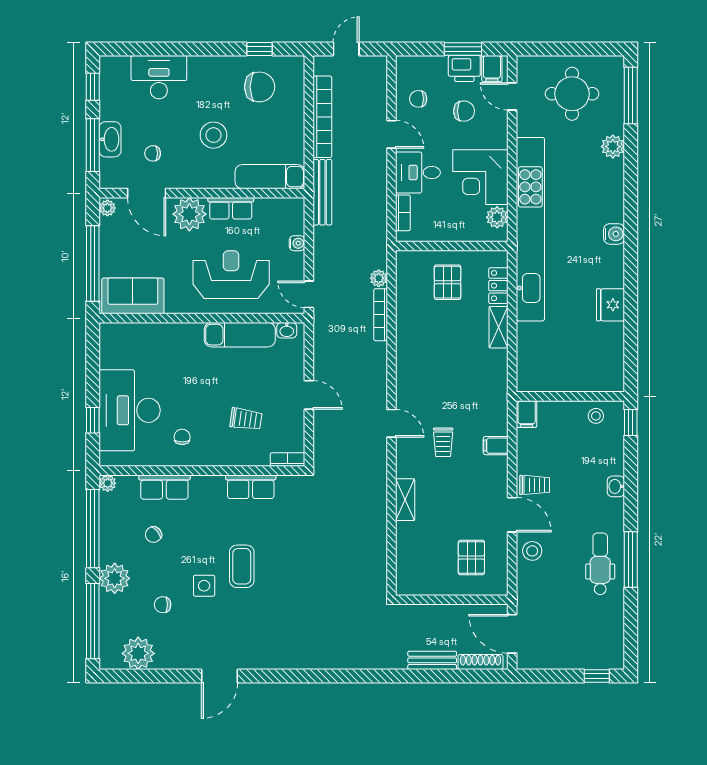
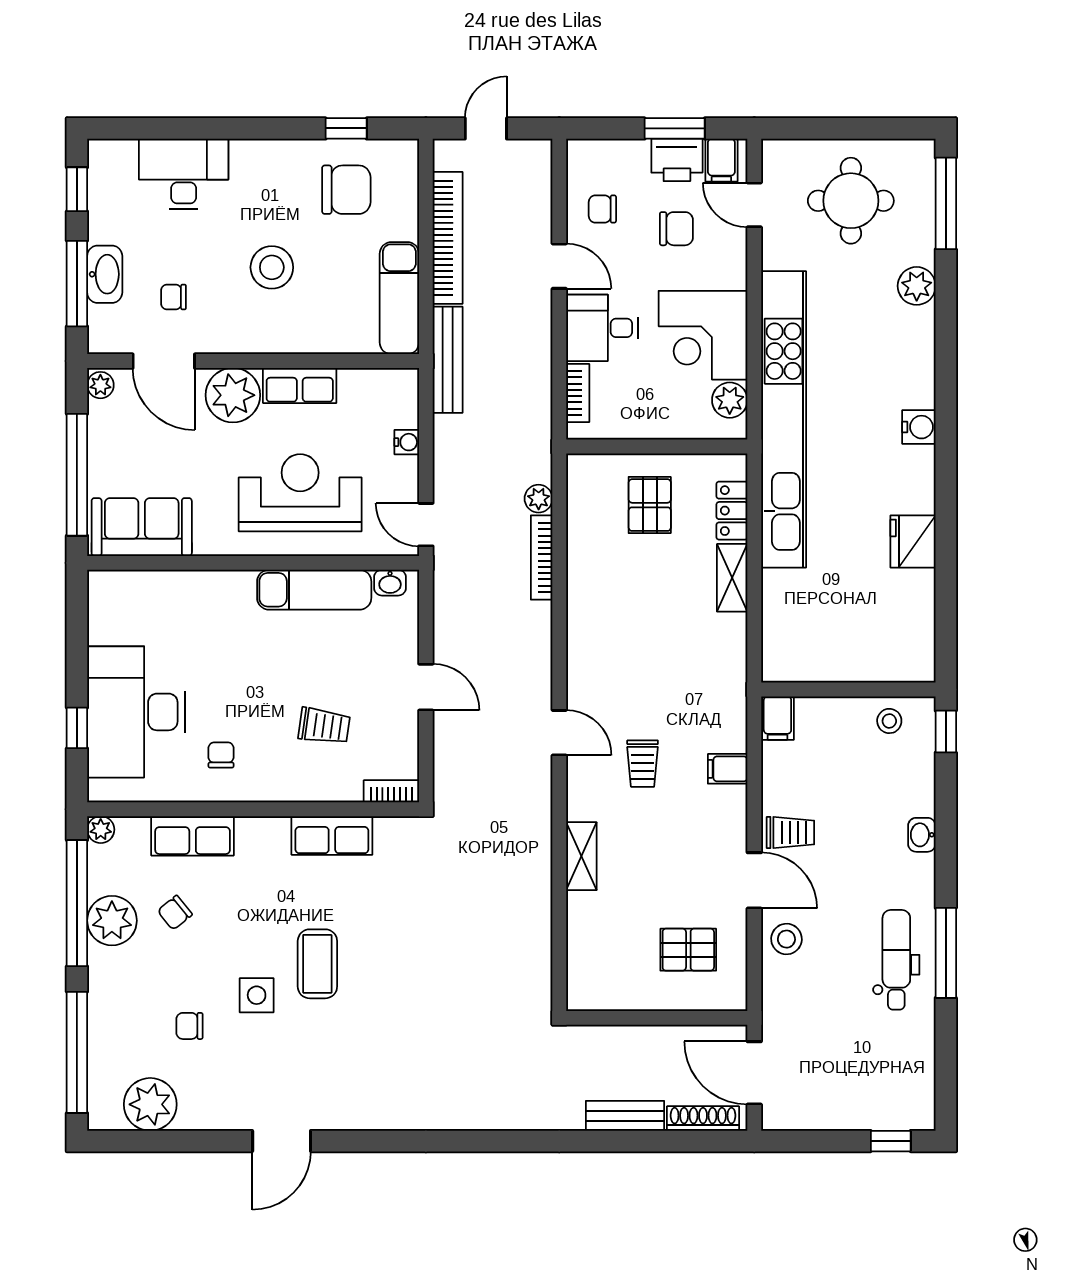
exam couch: (270, 177) -> (399, 298), moved, turned -90
pallet: (471, 558) -> (688, 950), turned 90
plant: (115, 578) -> (112, 921), moved

